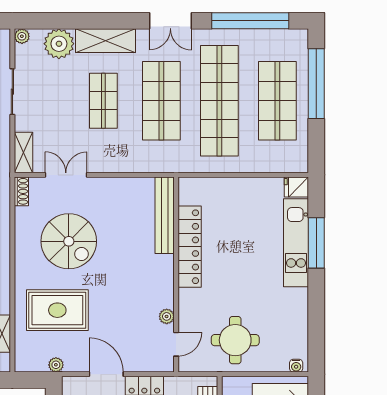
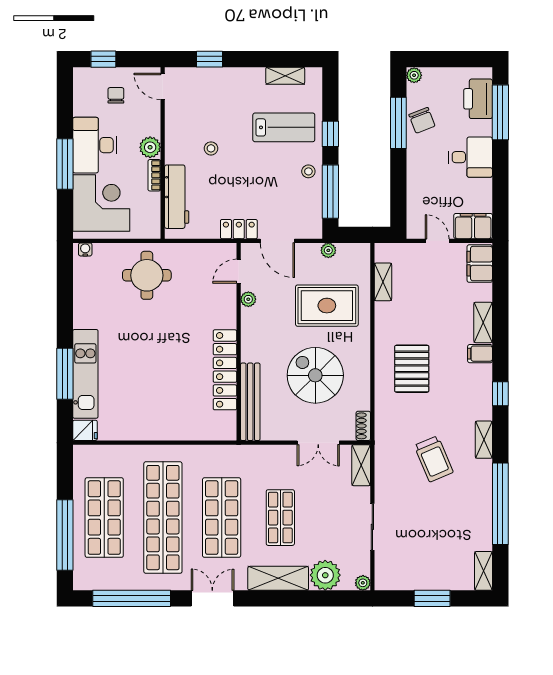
bench: (165, 215) -> (250, 402), moved
locker: (190, 247) -> (225, 370), moved
wall: (176, 274) -> (239, 342), moved
plant: (167, 316) -> (248, 299), moved
door: (176, 344) -> (239, 271), moved

